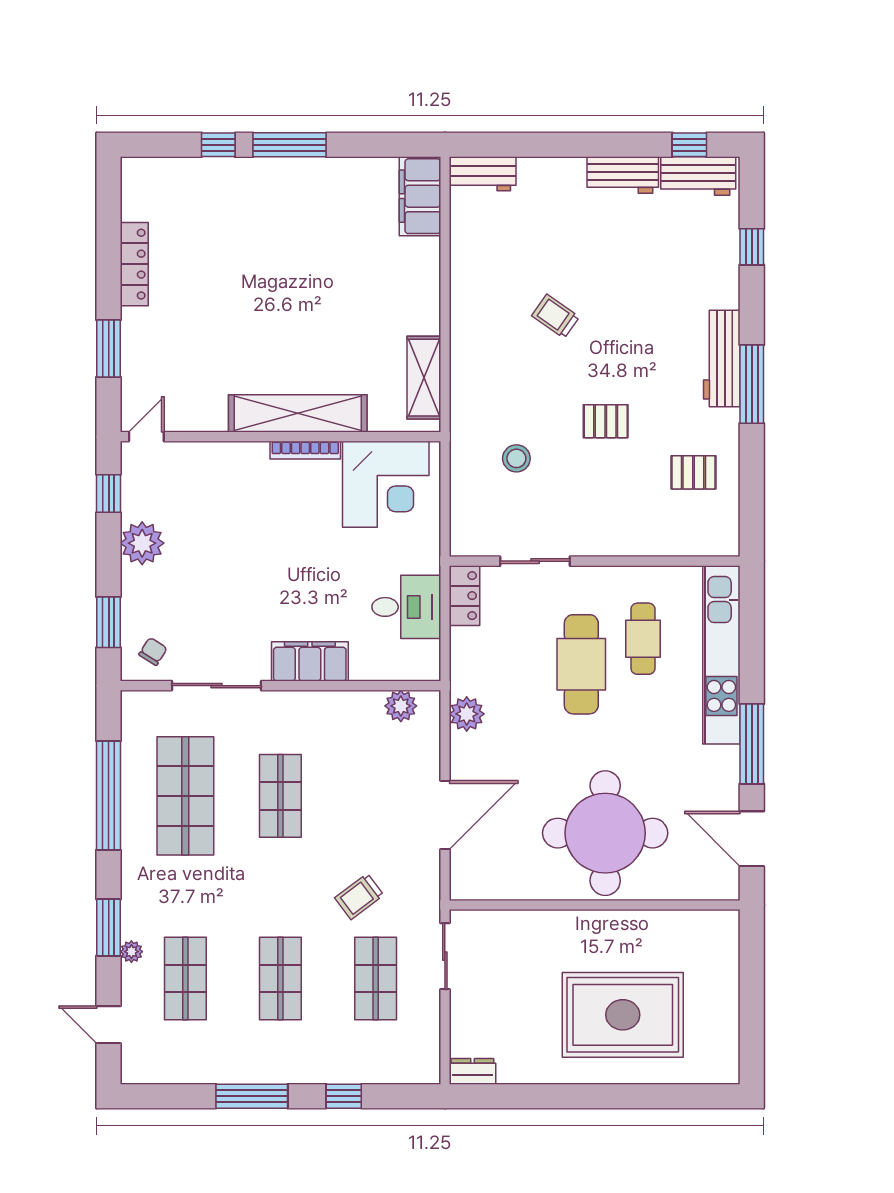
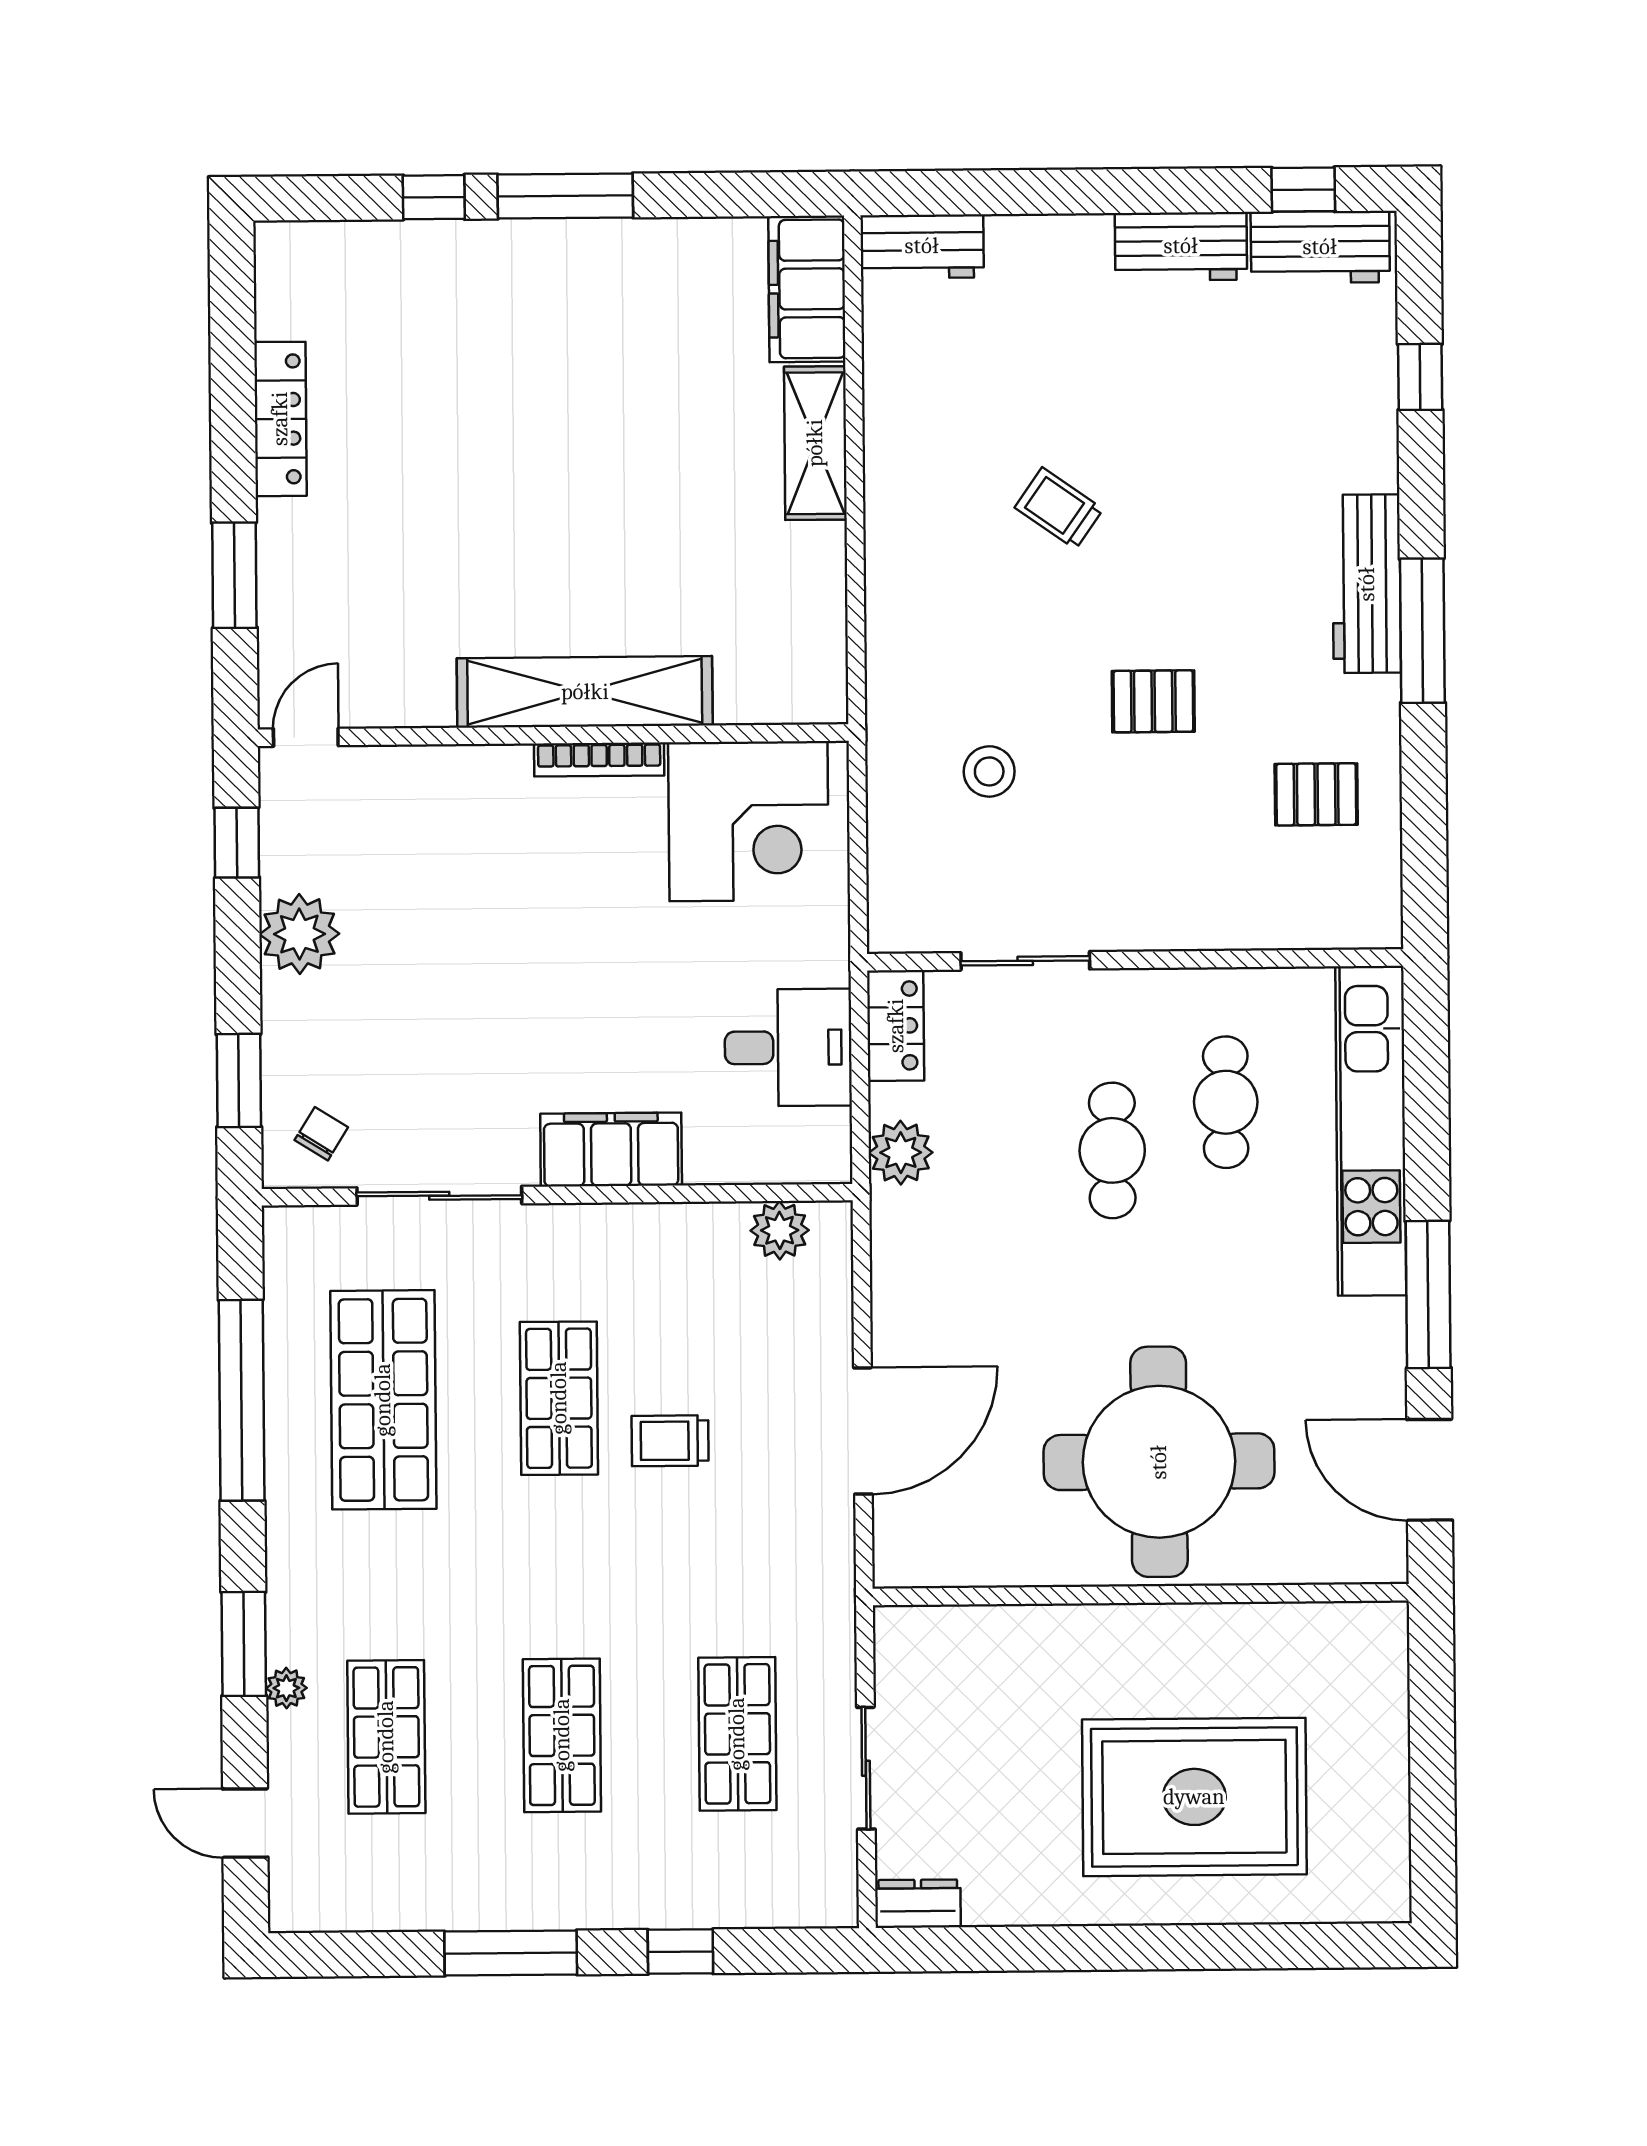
shelving: (424, 378) -> (815, 443), moved
cafe table: (581, 664) -> (1112, 1150), width x0.73, depth x0.74
plant: (467, 714) -> (901, 1153), moved
trolley: (359, 896) -> (670, 1441), moved, turned 37
sliding door: (445, 956) -> (866, 1768), moved

